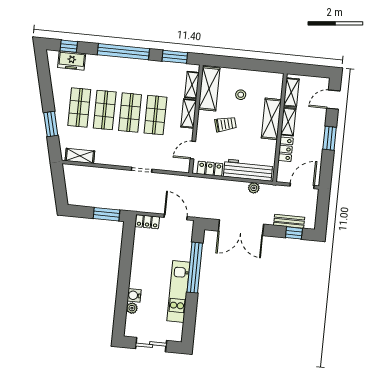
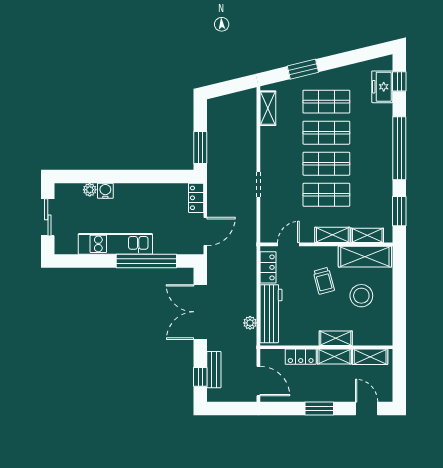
stool: (241, 95) -> (361, 296), width x1.89, depth x1.89
shelving: (271, 119) -> (336, 338), width x0.67, depth x0.75
door: (193, 150) -> (288, 244), hinge flipped

